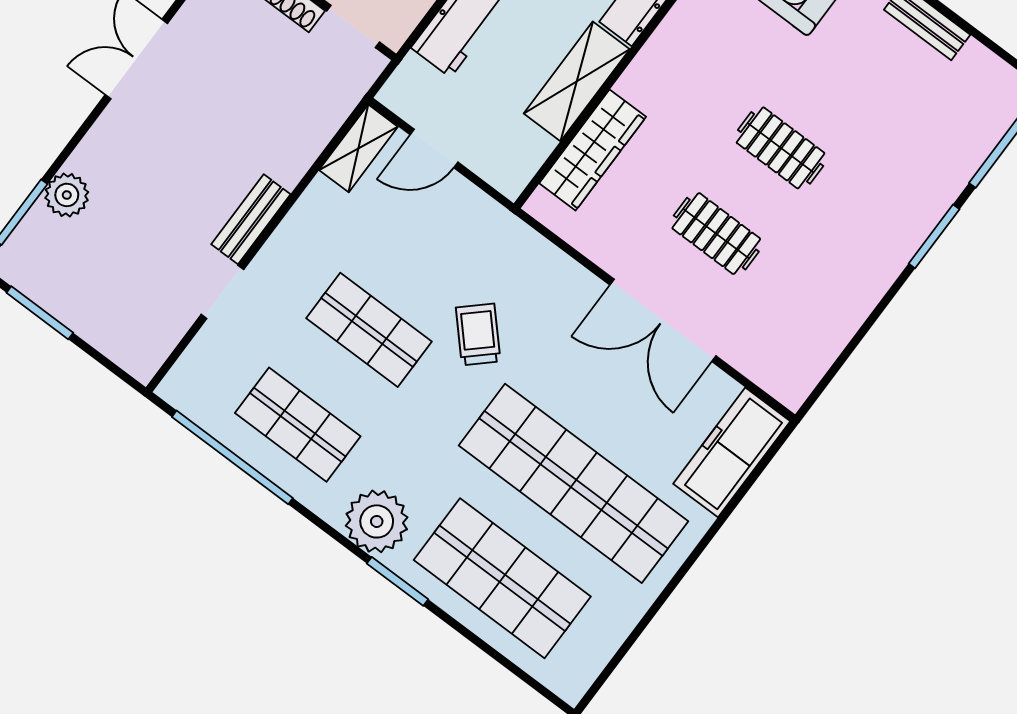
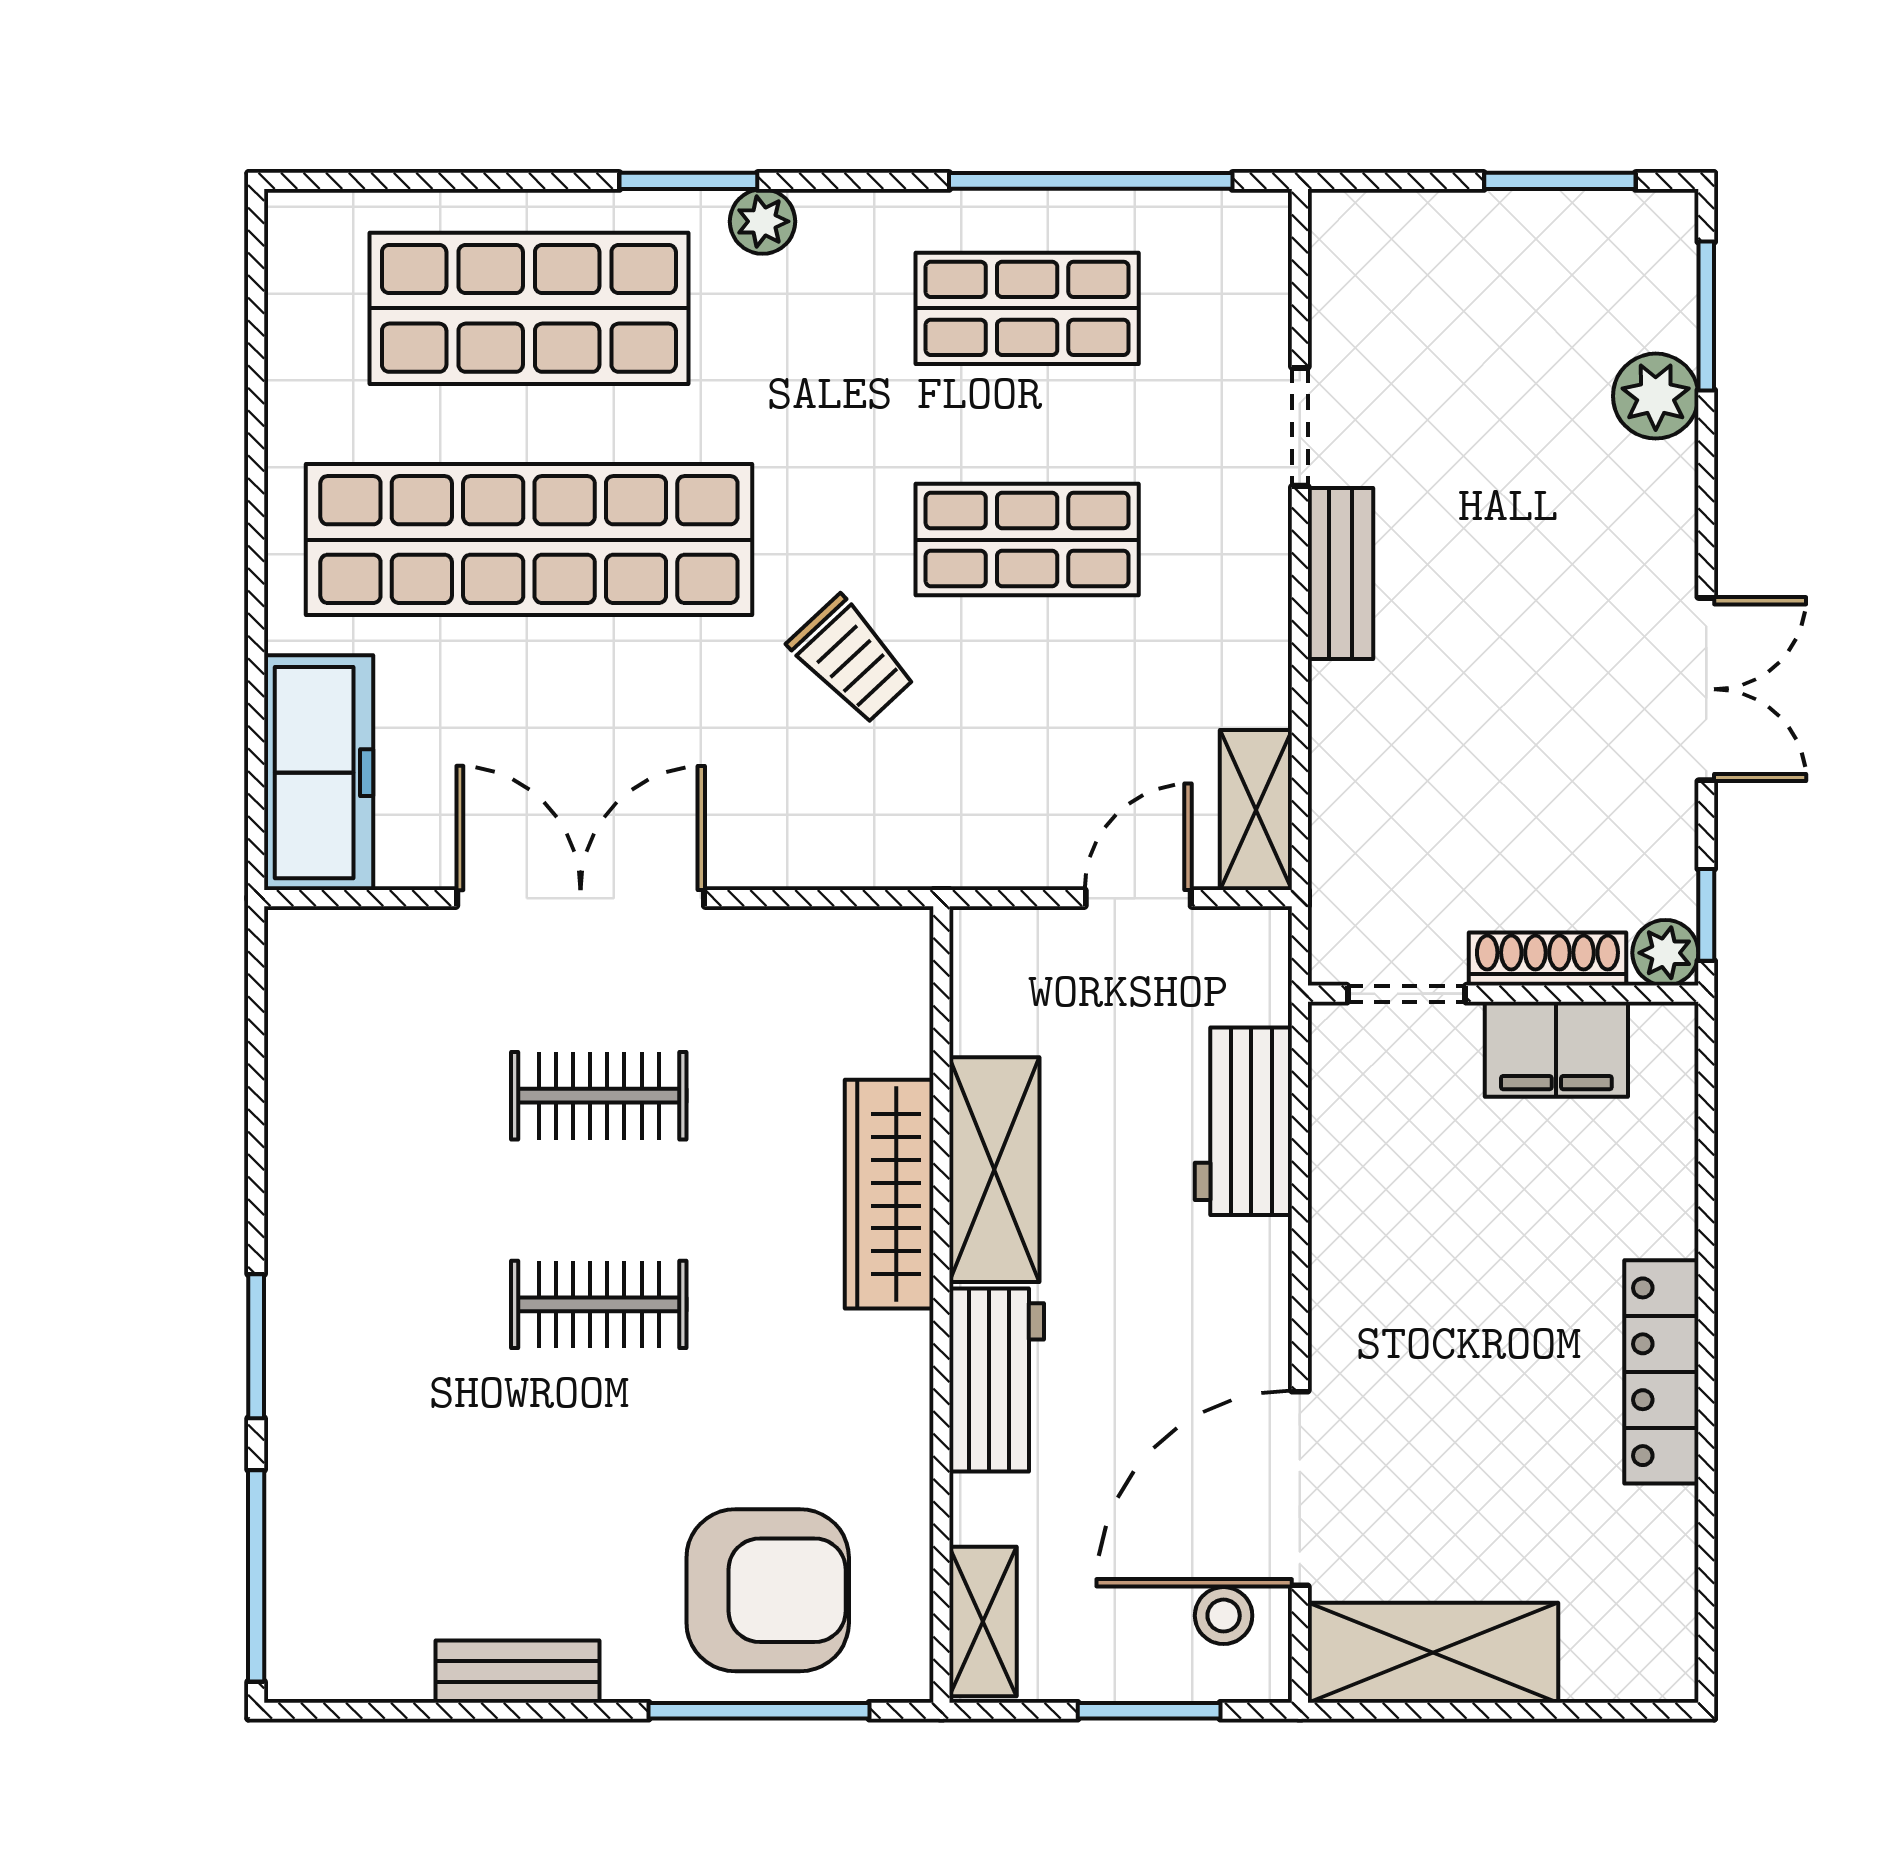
wardrobe: (593, 150) -> (889, 1194), moved
plant: (377, 521) -> (763, 221), width x0.53, depth x0.53

